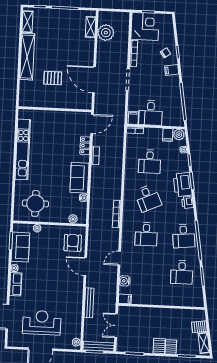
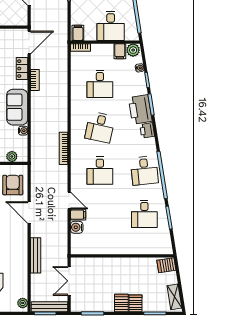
desk: (151, 113) -> (111, 26), moved
desk: (148, 198) -> (100, 127), turned 36
door: (119, 258) -> (69, 201), swing flipped
filing cabinet: (125, 299) -> (78, 215), moved
server rack: (199, 327) -> (166, 265), moved

